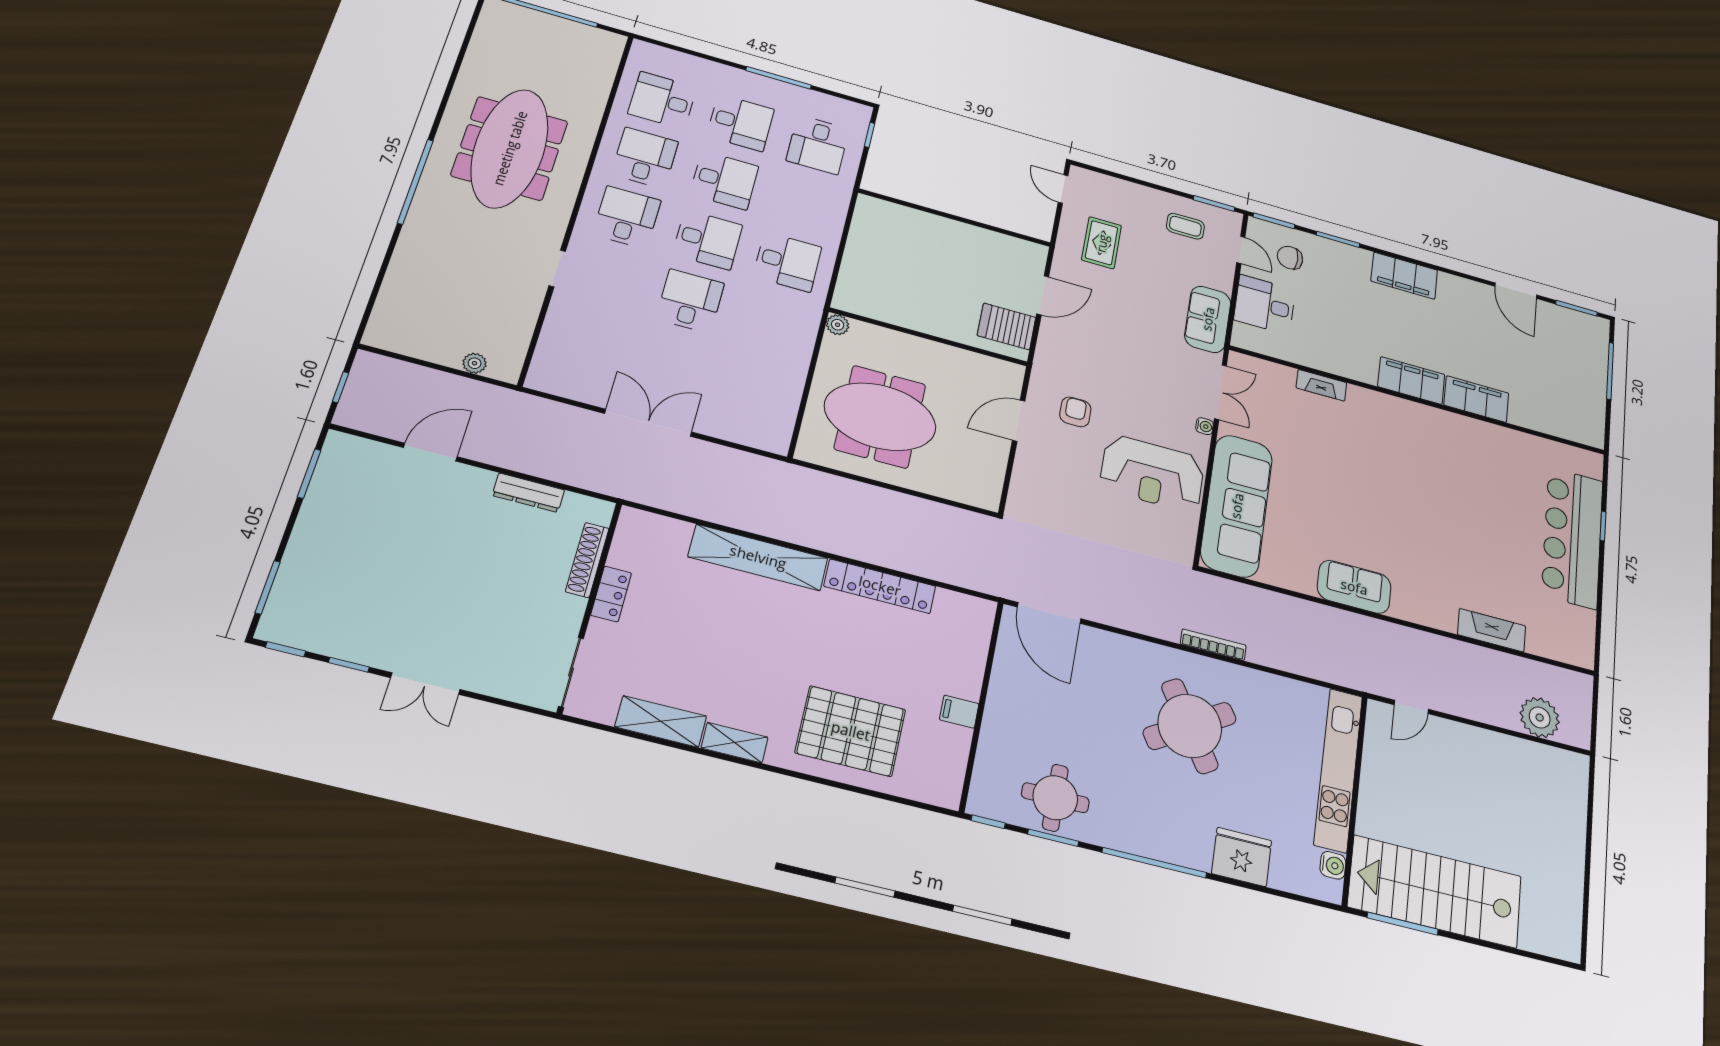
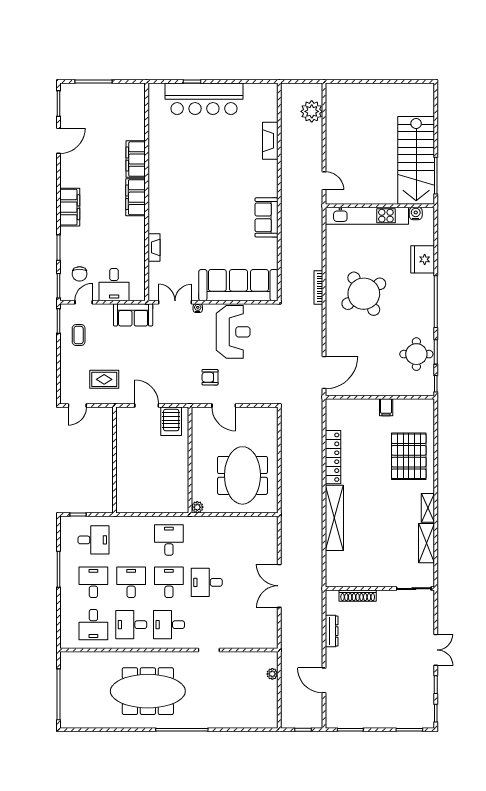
locker: (611, 594) -> (371, 581), removed

